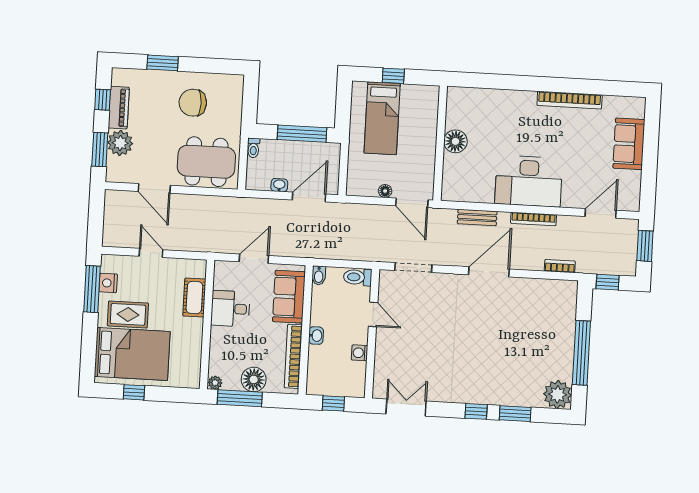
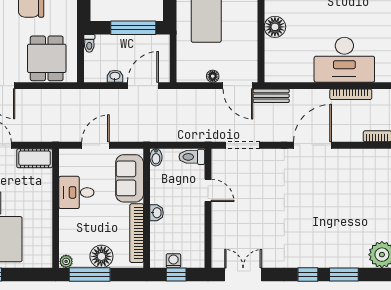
dining table: (206, 162) -> (47, 58), width x0.73
bench: (477, 217) -> (271, 96), moved
cot: (194, 298) -> (35, 158), moved, turned 90
washing machine: (360, 353) -> (173, 261), moved, turned 90

